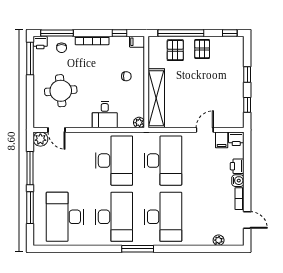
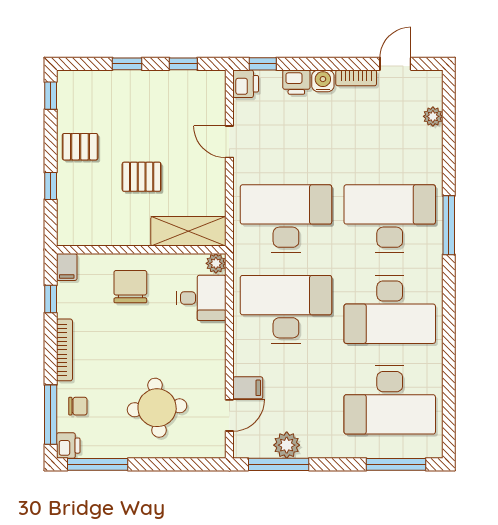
window: (181, 33) -> (51, 186), width x0.32
pallet: (175, 50) -> (142, 177), moved
chair: (126, 76) -> (130, 287), width x1.87, depth x1.87
shelving: (156, 98) -> (188, 231), width x0.68
desk: (105, 115) -> (201, 298), moved
plant: (40, 139) -> (287, 445), moved
filing cabinet: (222, 140) -> (248, 388), moved
window: (247, 148) -> (263, 64), added
window: (30, 168) -> (279, 464), moved
window: (30, 208) -> (396, 464), moved
desk: (114, 217) -> (390, 309), turned 180
window: (138, 249) -> (449, 225), moved

